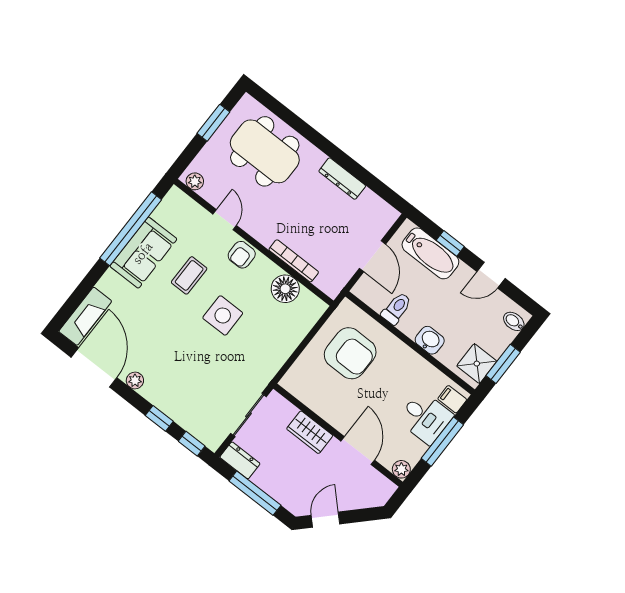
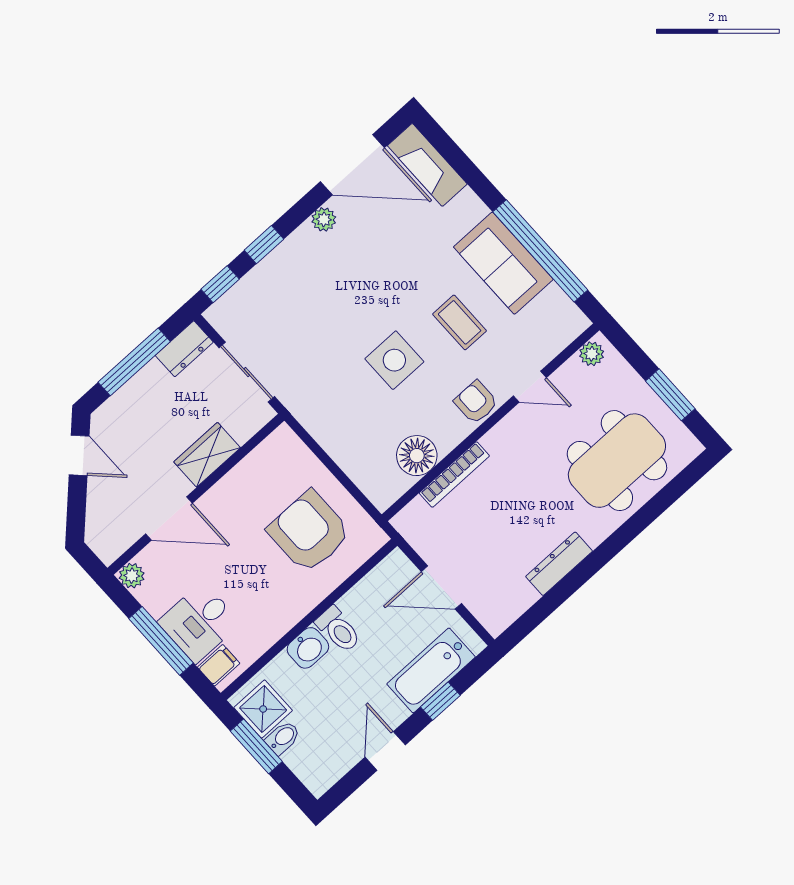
toilet: (397, 308) -> (338, 629), moved
bidet: (514, 321) -> (283, 738), moved
armchair: (350, 353) -> (309, 532), turned 90

